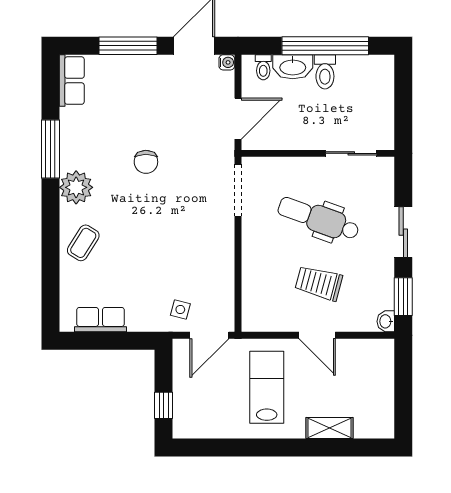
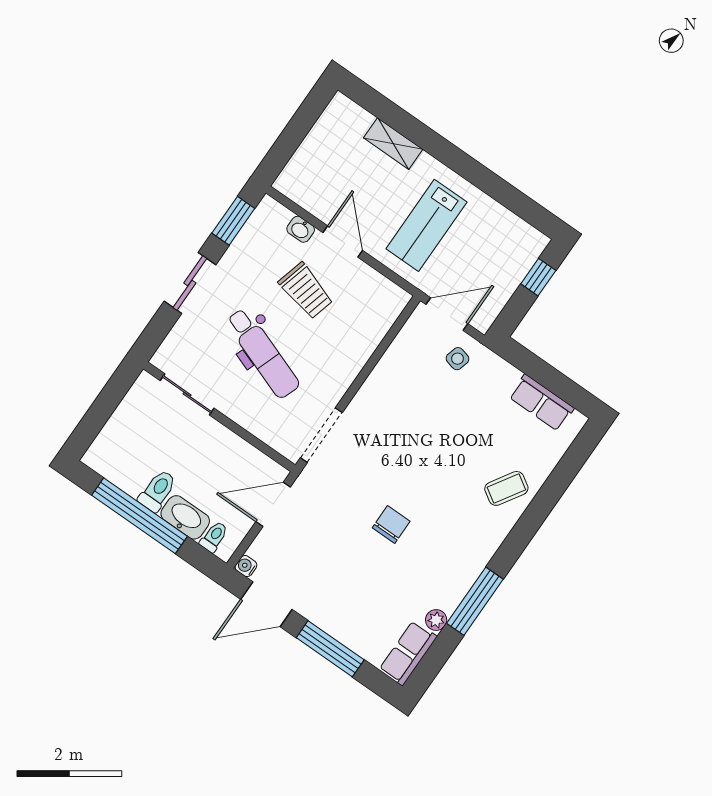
plant: (76, 187) -> (436, 620), moved, width x0.53, depth x0.53
washbasin: (386, 321) -> (301, 229), moved, turned 90

